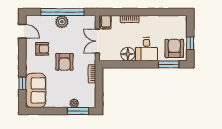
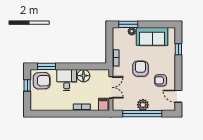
armchair: (174, 48) -> (42, 81), turned -91
sofa: (36, 90) -> (152, 36), moved, turned -90

